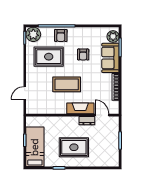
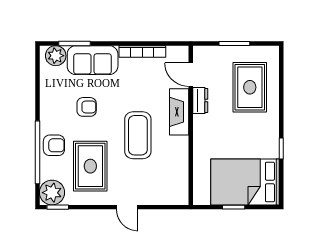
door: (25, 93) -> (127, 207), moved
door: (102, 115) -> (191, 75), hinge flipped
bed: (35, 147) -> (245, 182), width x1.50
rug: (74, 147) -> (250, 87), moved

